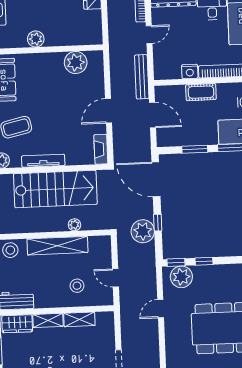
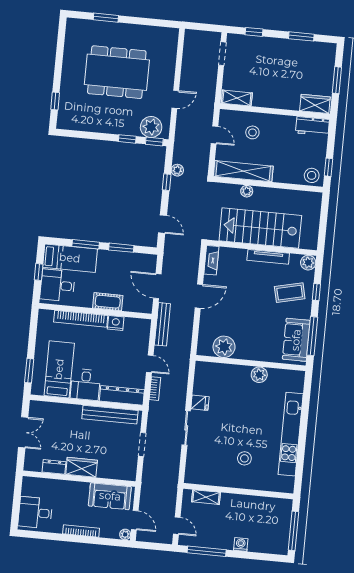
door: (149, 35) -> (150, 364), swing flipped
door: (156, 179) -> (163, 224), width x0.53
plant: (143, 231) -> (177, 170), width x0.53, depth x0.53
shelving: (57, 246) -> (243, 171), moved
shelving: (79, 319) -> (237, 98), moved
shelving: (48, 320) -> (285, 103), removed

